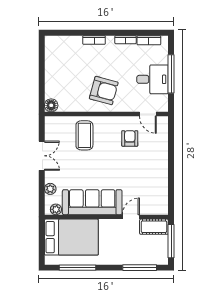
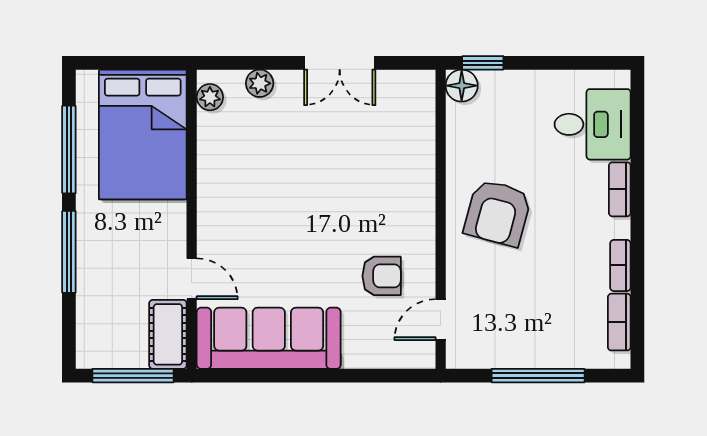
desk: (153, 79) -> (593, 124), moved, turned -90
window: (42, 97) -> (483, 63), added
coffee table: (84, 135) -> (389, 166), removed
sofa: (92, 202) -> (269, 338), moved, turned -90
window: (140, 268) -> (69, 252), moved

